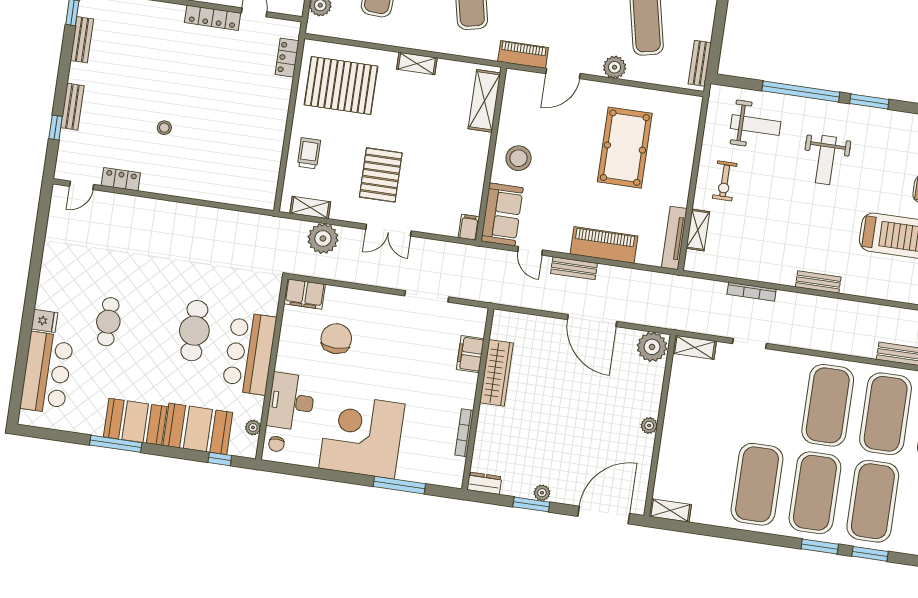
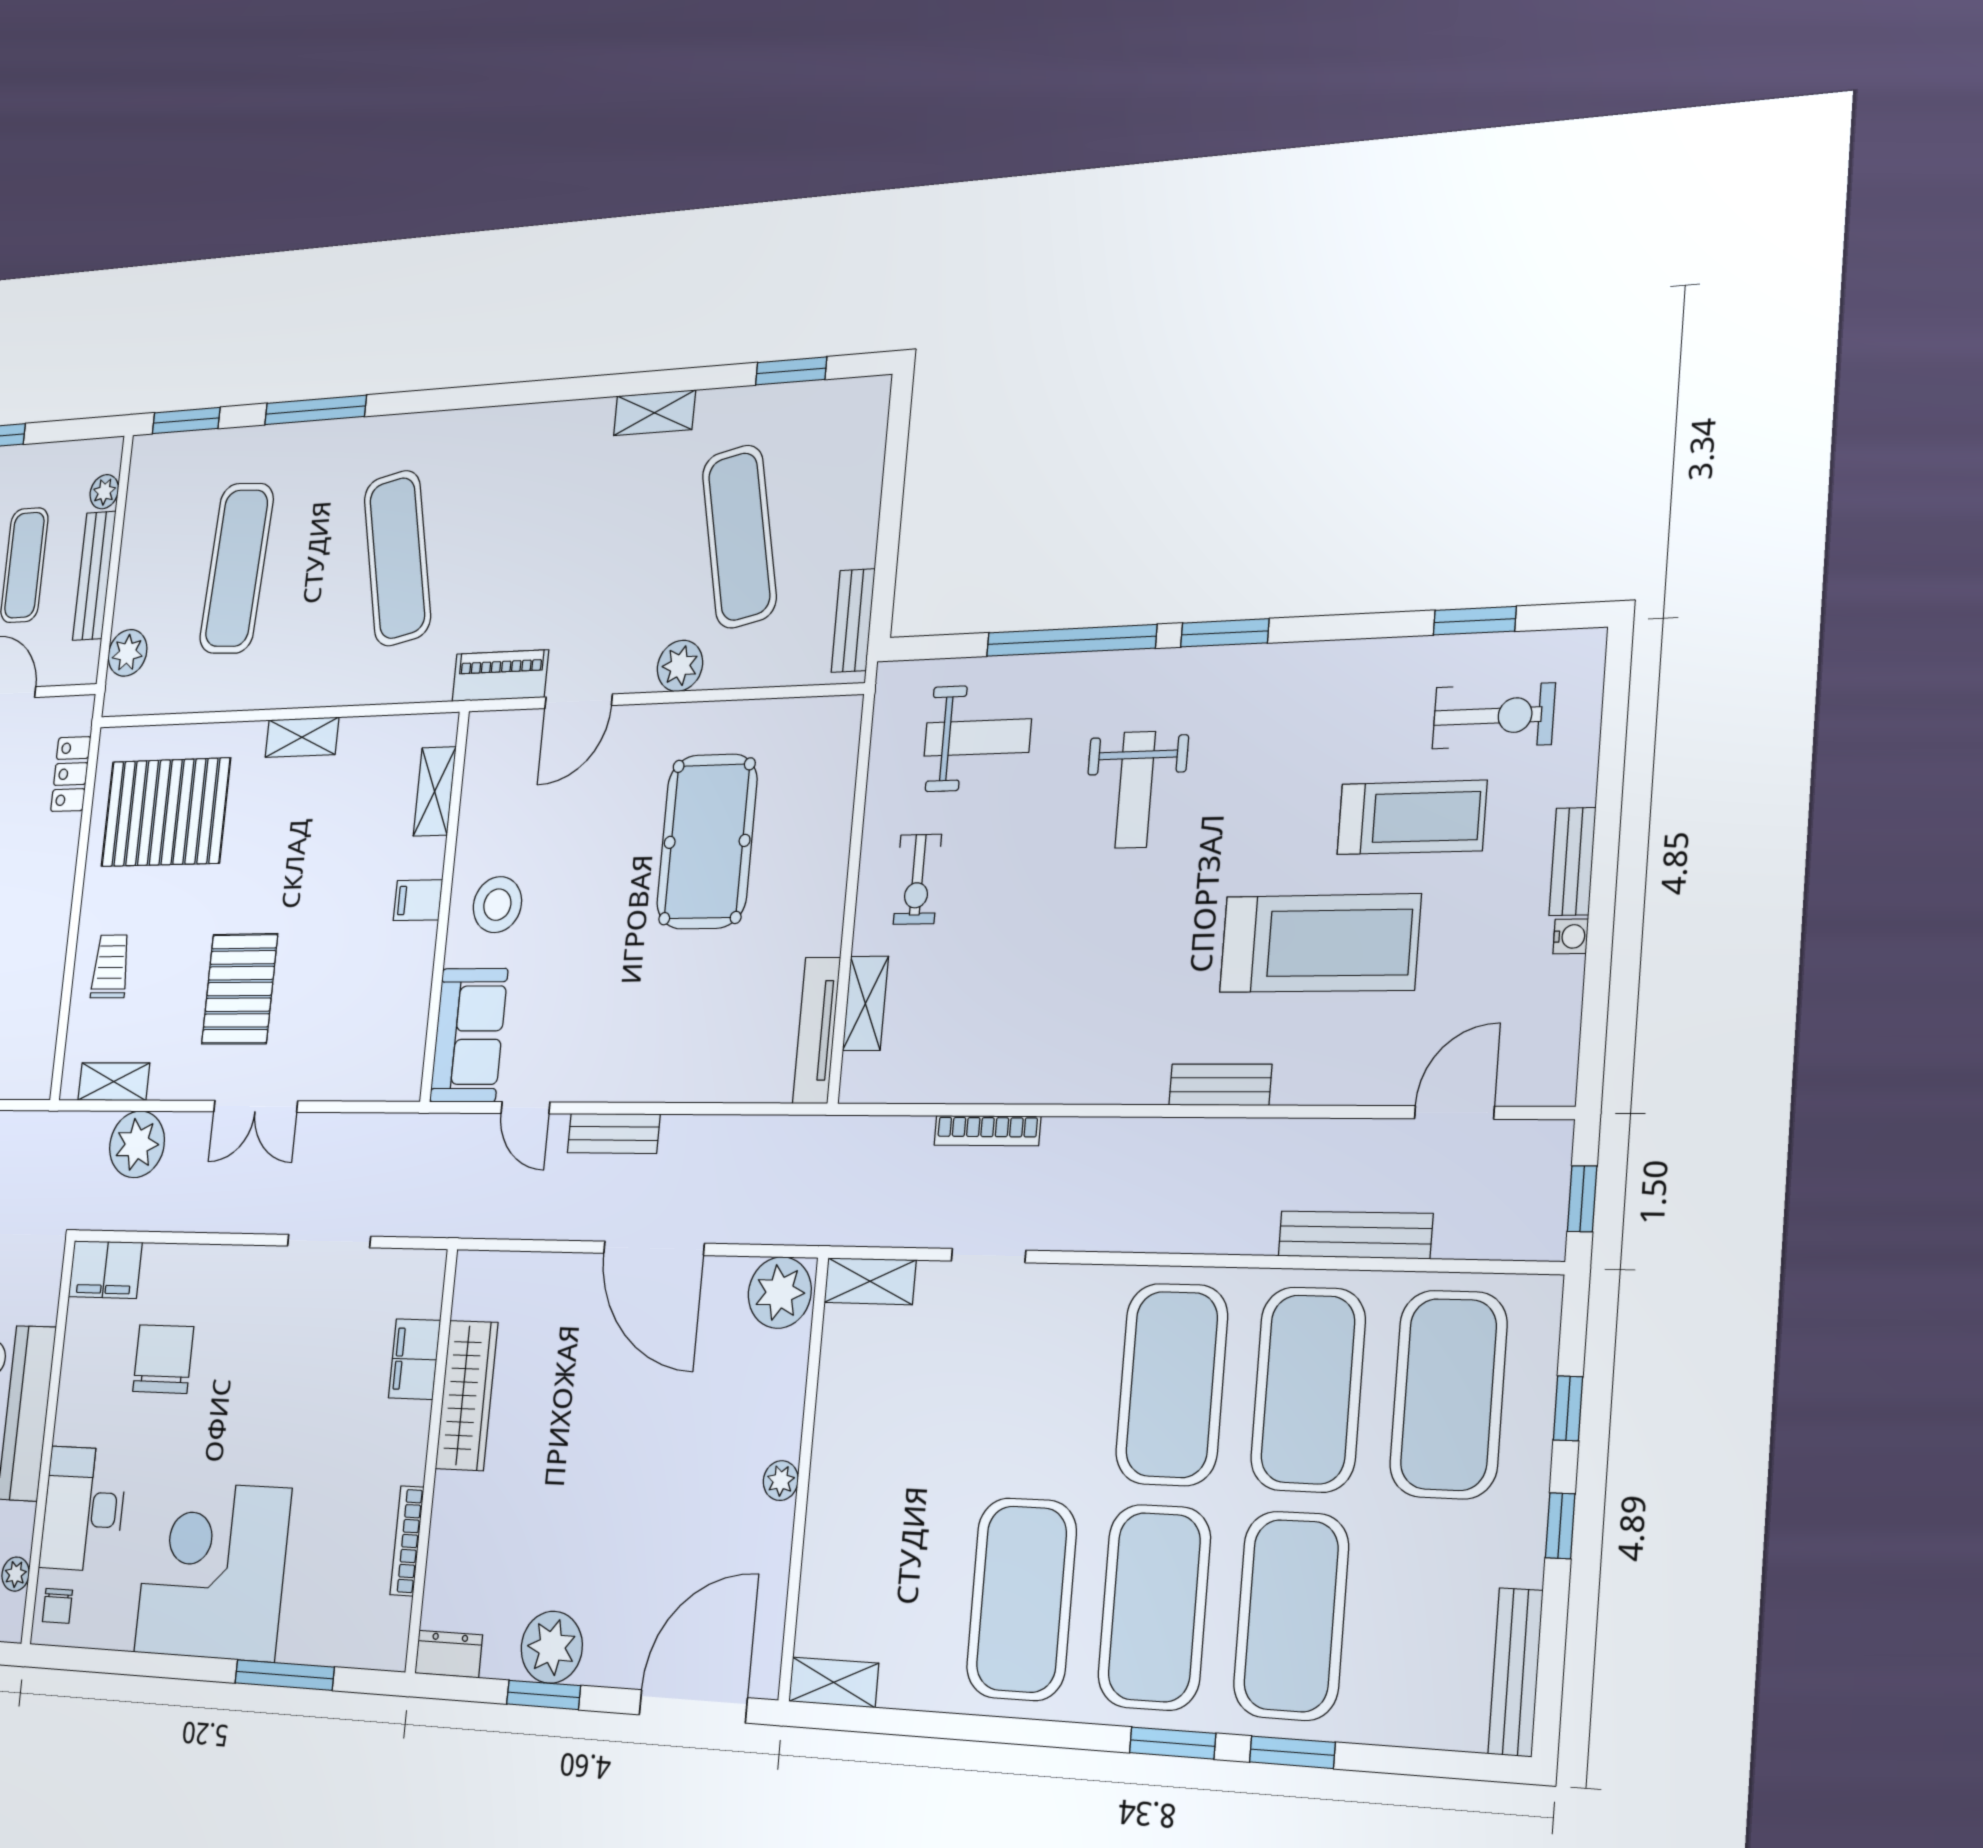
shelving: (484, 101) -> (435, 791), width x0.67, depth x0.75
filing cabinet: (469, 227) -> (418, 900), moved, turned -90
piano: (604, 245) -> (672, 1070), removed
bench: (818, 282) -> (1220, 1085), moved
plant: (542, 493) -> (552, 1647), width x1.87, depth x1.87

